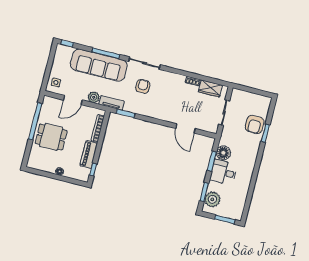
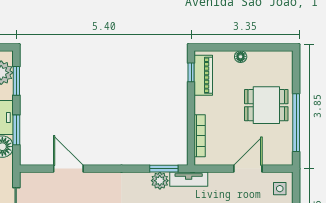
plant: (94, 97) -> (160, 181), moved
piano: (89, 155) -> (203, 75), moved

